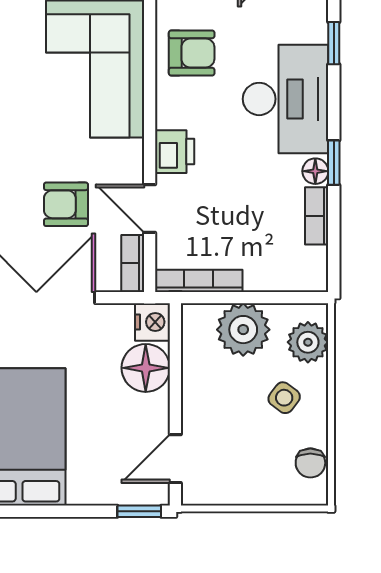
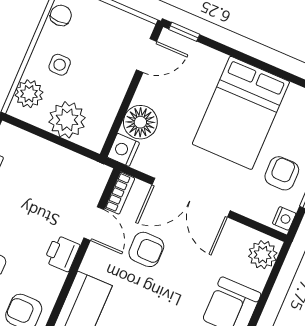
bookcase: (199, 281) -> (82, 163), removed
side table: (284, 398) -> (60, 65), turned -37

